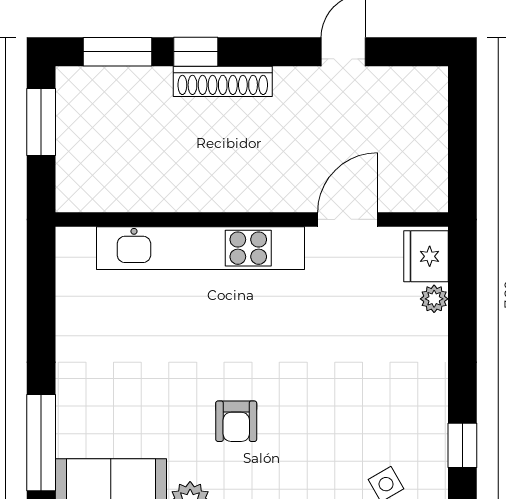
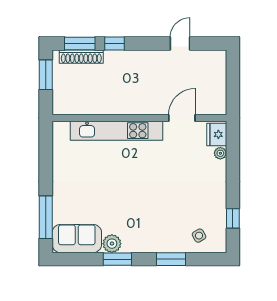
shoe rack: (223, 81) -> (81, 57), moved
armchair: (236, 421) -> (132, 208), removed

